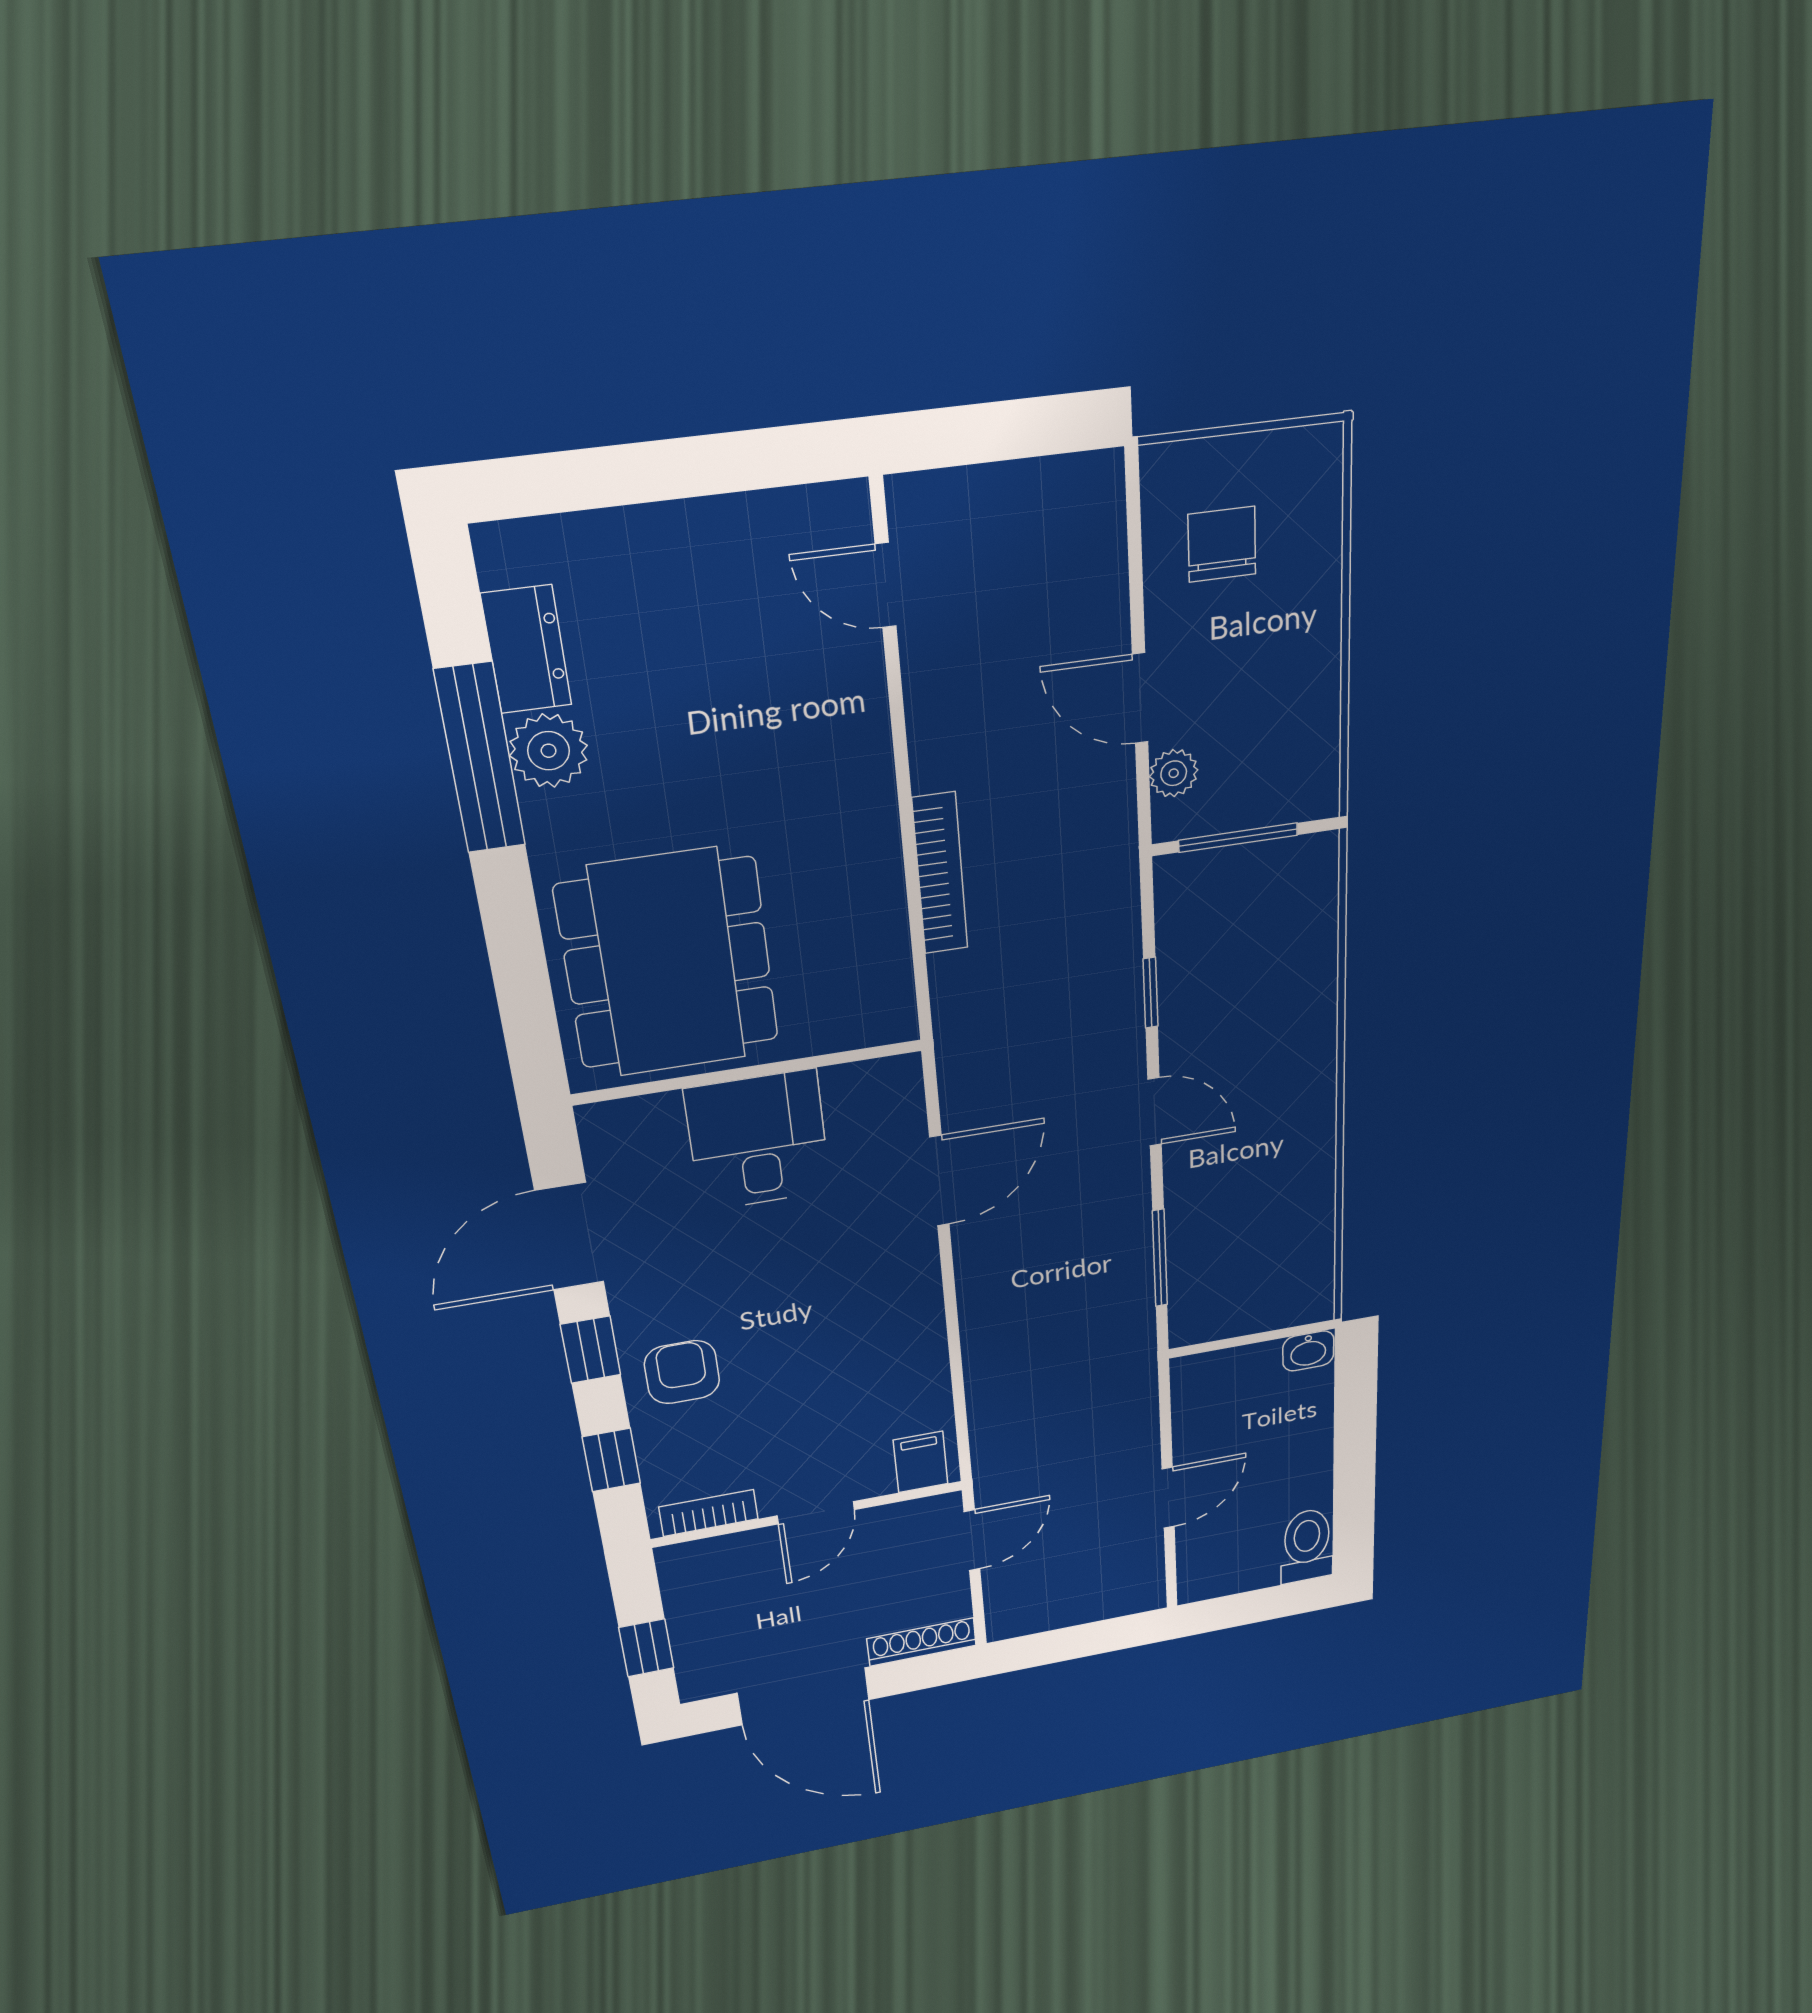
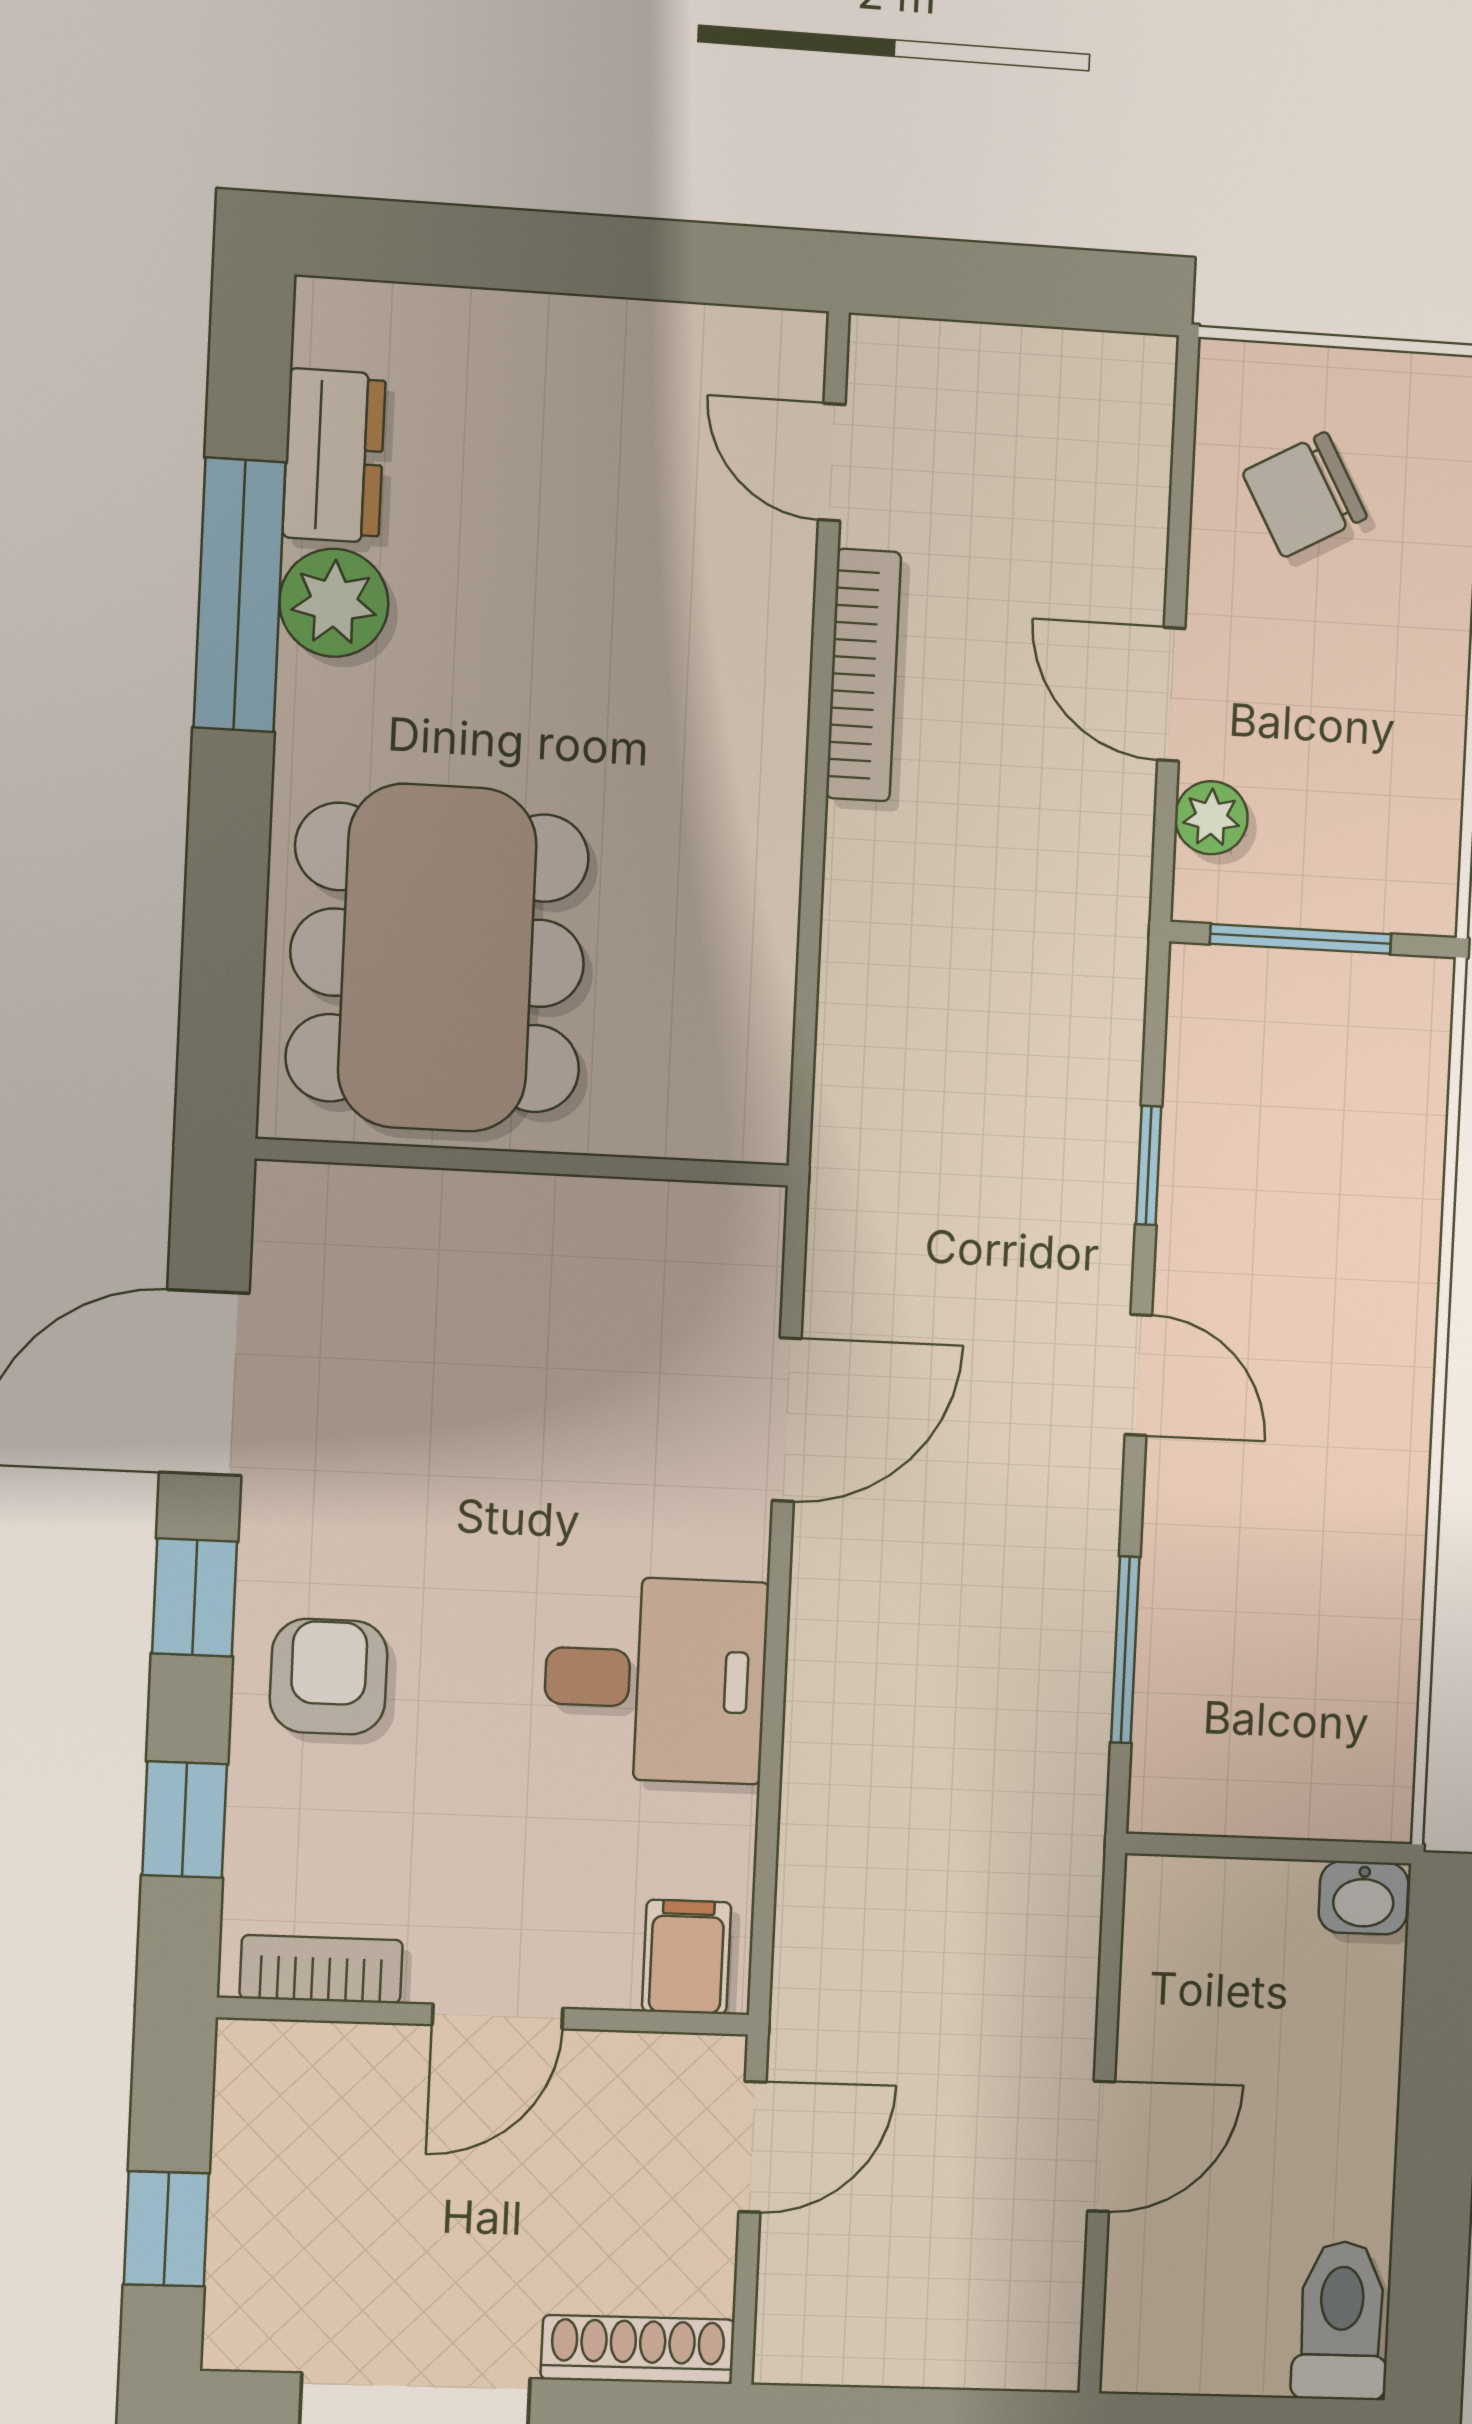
chair: (1222, 544) -> (1305, 495), turned -119
bookcase: (940, 874) -> (863, 675), moved
desk: (758, 1140) -> (655, 1679), moved, turned 90

